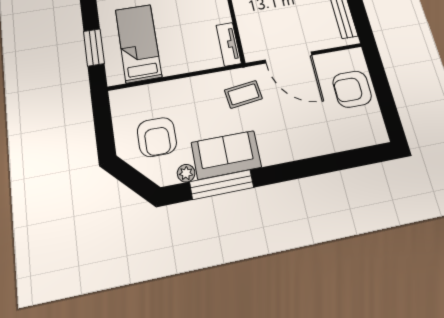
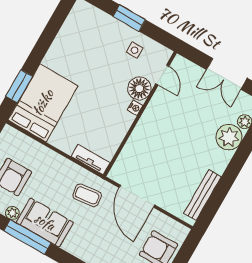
bed: (138, 43) -> (43, 103), width x1.50
tv unit: (229, 44) -> (91, 160), moved, turned 90

